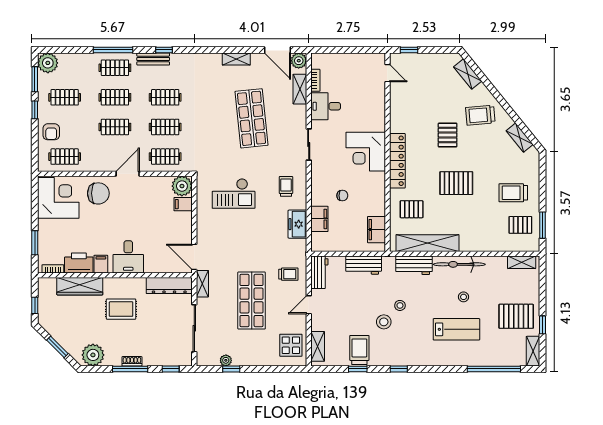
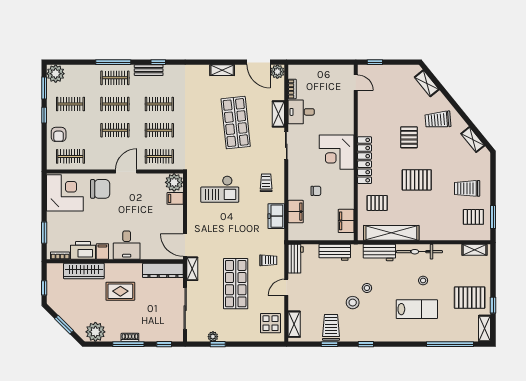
shelving: (300, 89) -> (278, 114), moved

